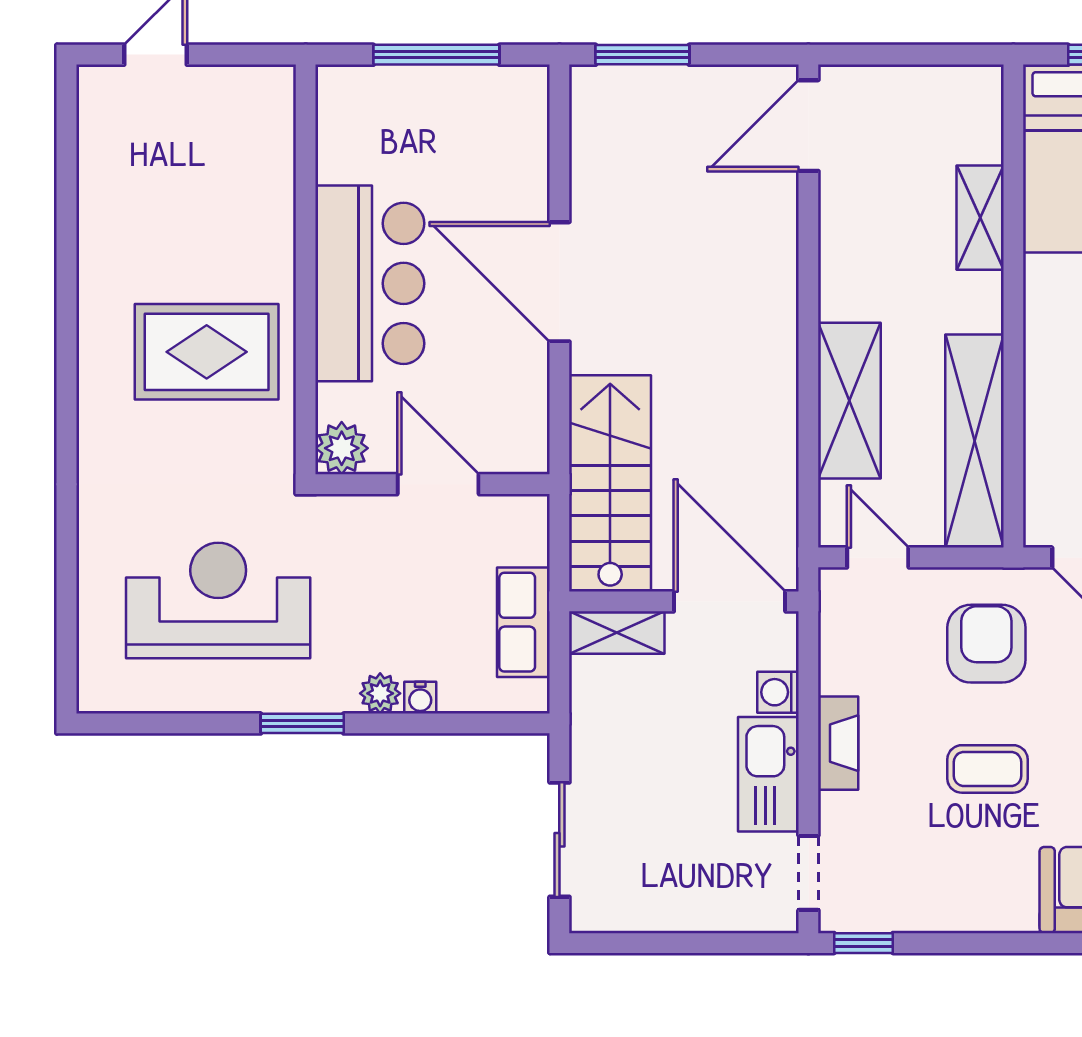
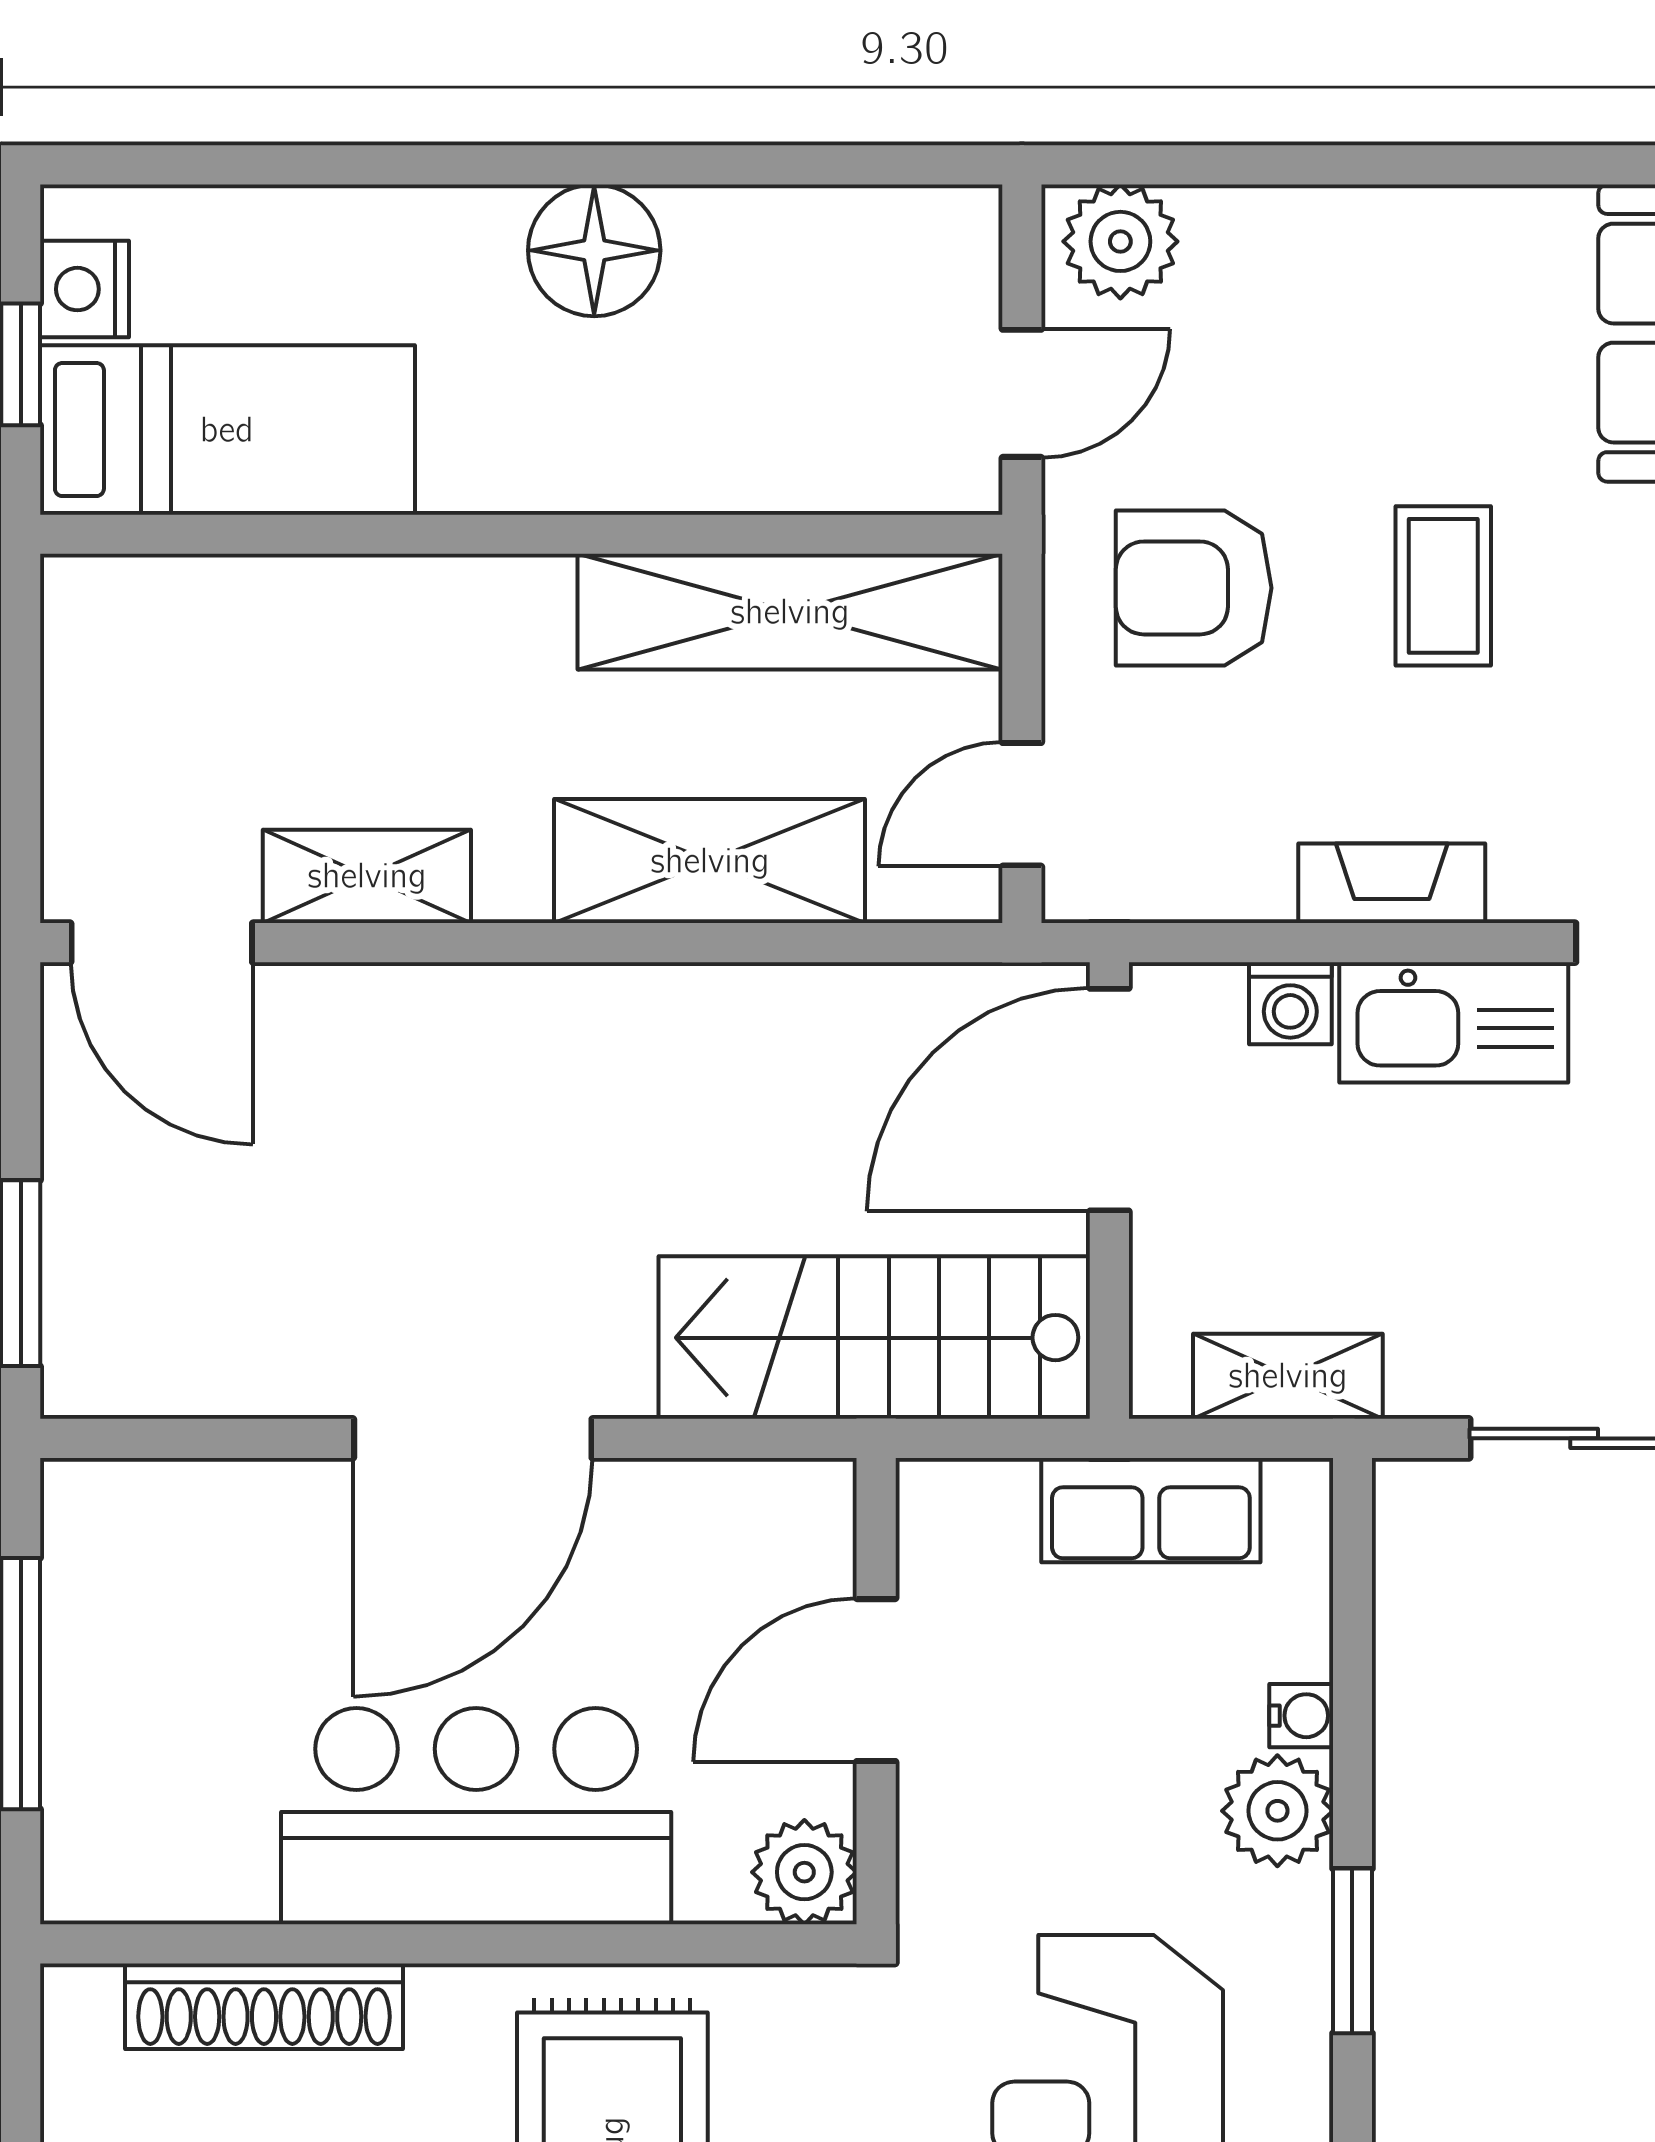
shoe rack: (274, 177) -> (264, 2006), added
shelving: (980, 218) -> (367, 876), moved
shelving: (617, 633) -> (1288, 1376), moved, turned 90
plant: (380, 693) -> (1277, 1811), width x1.38, depth x1.38

